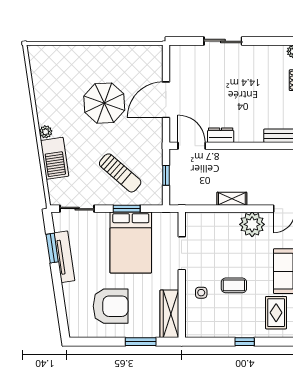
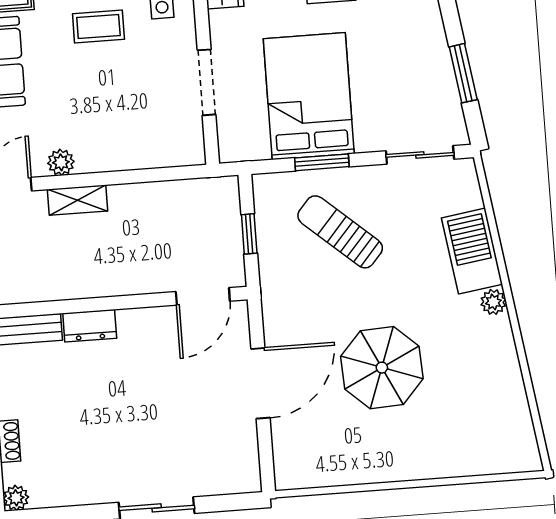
dresser: (221, 135) -> (90, 326), moved
door: (192, 146) -> (203, 296), hinge flipped
shelving: (232, 199) -> (78, 200), moved
plant: (252, 224) -> (61, 162), width x0.53, depth x0.53
tv unit: (64, 257) -> (438, 58), removed

